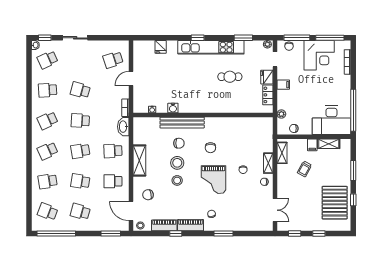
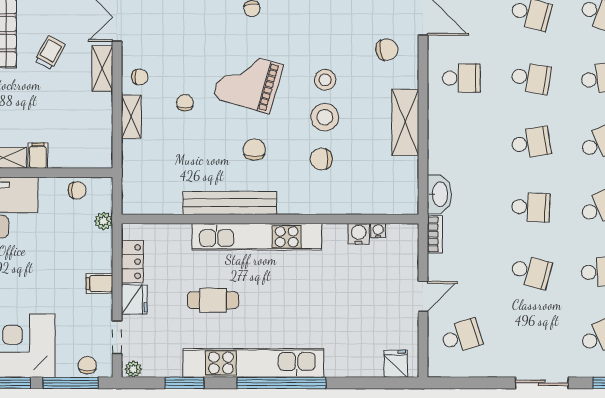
window: (198, 38) -> (281, 383), width x3.17
fridge: (161, 47) -> (396, 364), moved
kitchen unit: (209, 107) -> (257, 237), added
water cooler: (173, 108) -> (359, 234), moved
bench: (182, 123) -> (230, 203), moved
school desk: (113, 151) -> (461, 143), removed
shelving: (282, 153) -> (102, 68), moved
trolley: (304, 169) -> (50, 53), moved
grand piano: (213, 180) -> (248, 81), turned -74

